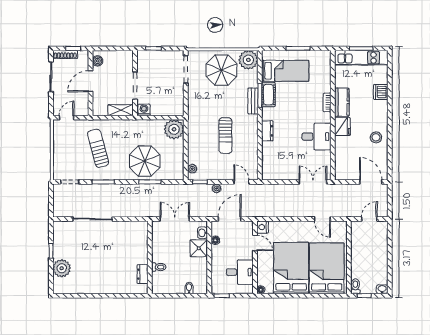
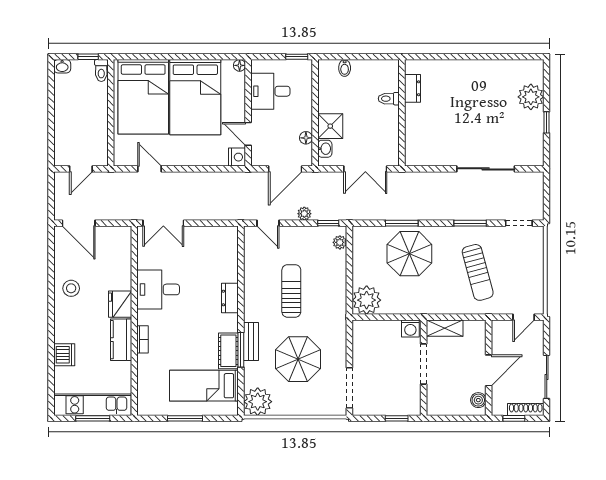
parasol: (221, 70) -> (298, 359), moved

